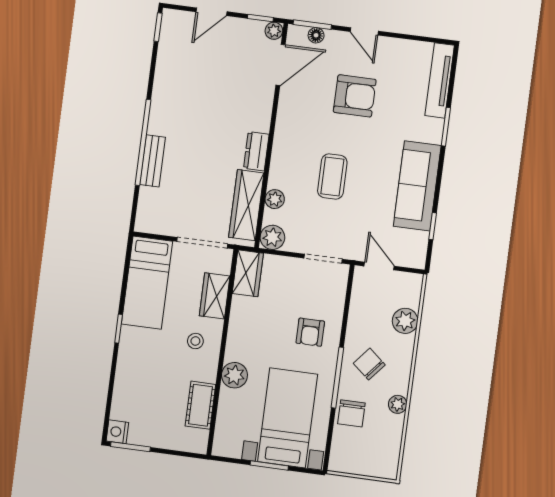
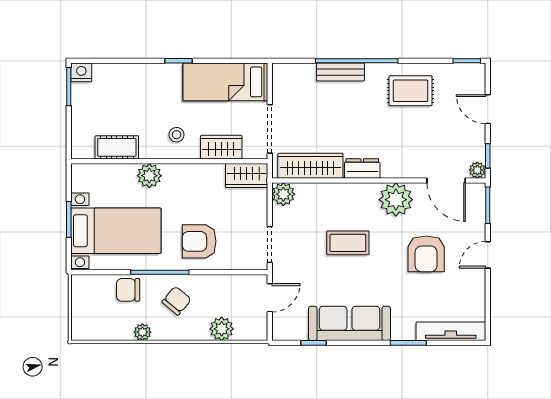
floor lamp: (316, 35) -> (478, 210), removed
rug: (182, 90) -> (411, 91), added
plant: (275, 199) -> (396, 200), moved, width x1.87, depth x1.87
armchair: (310, 332) -> (199, 241), width x1.38, depth x1.38

